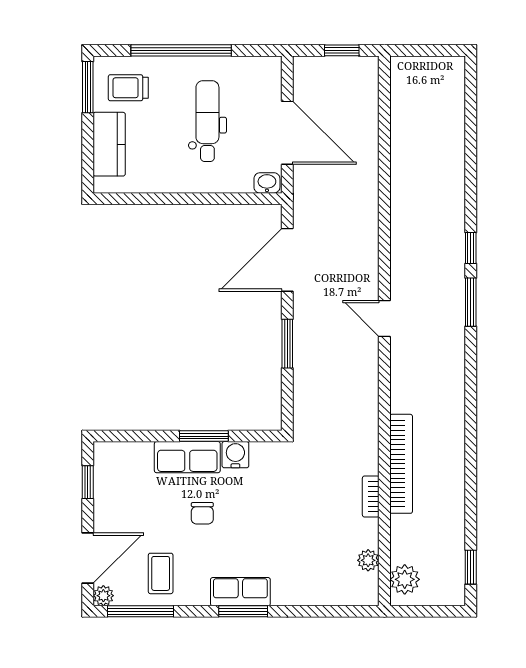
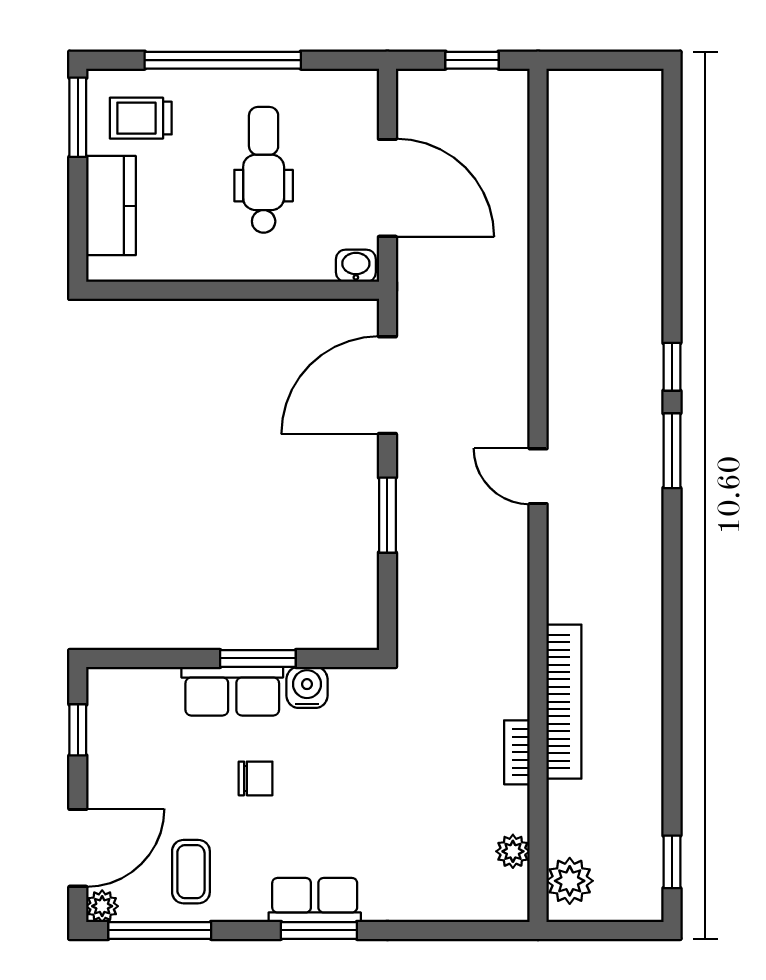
chair: (202, 513) -> (256, 778), turned -90

